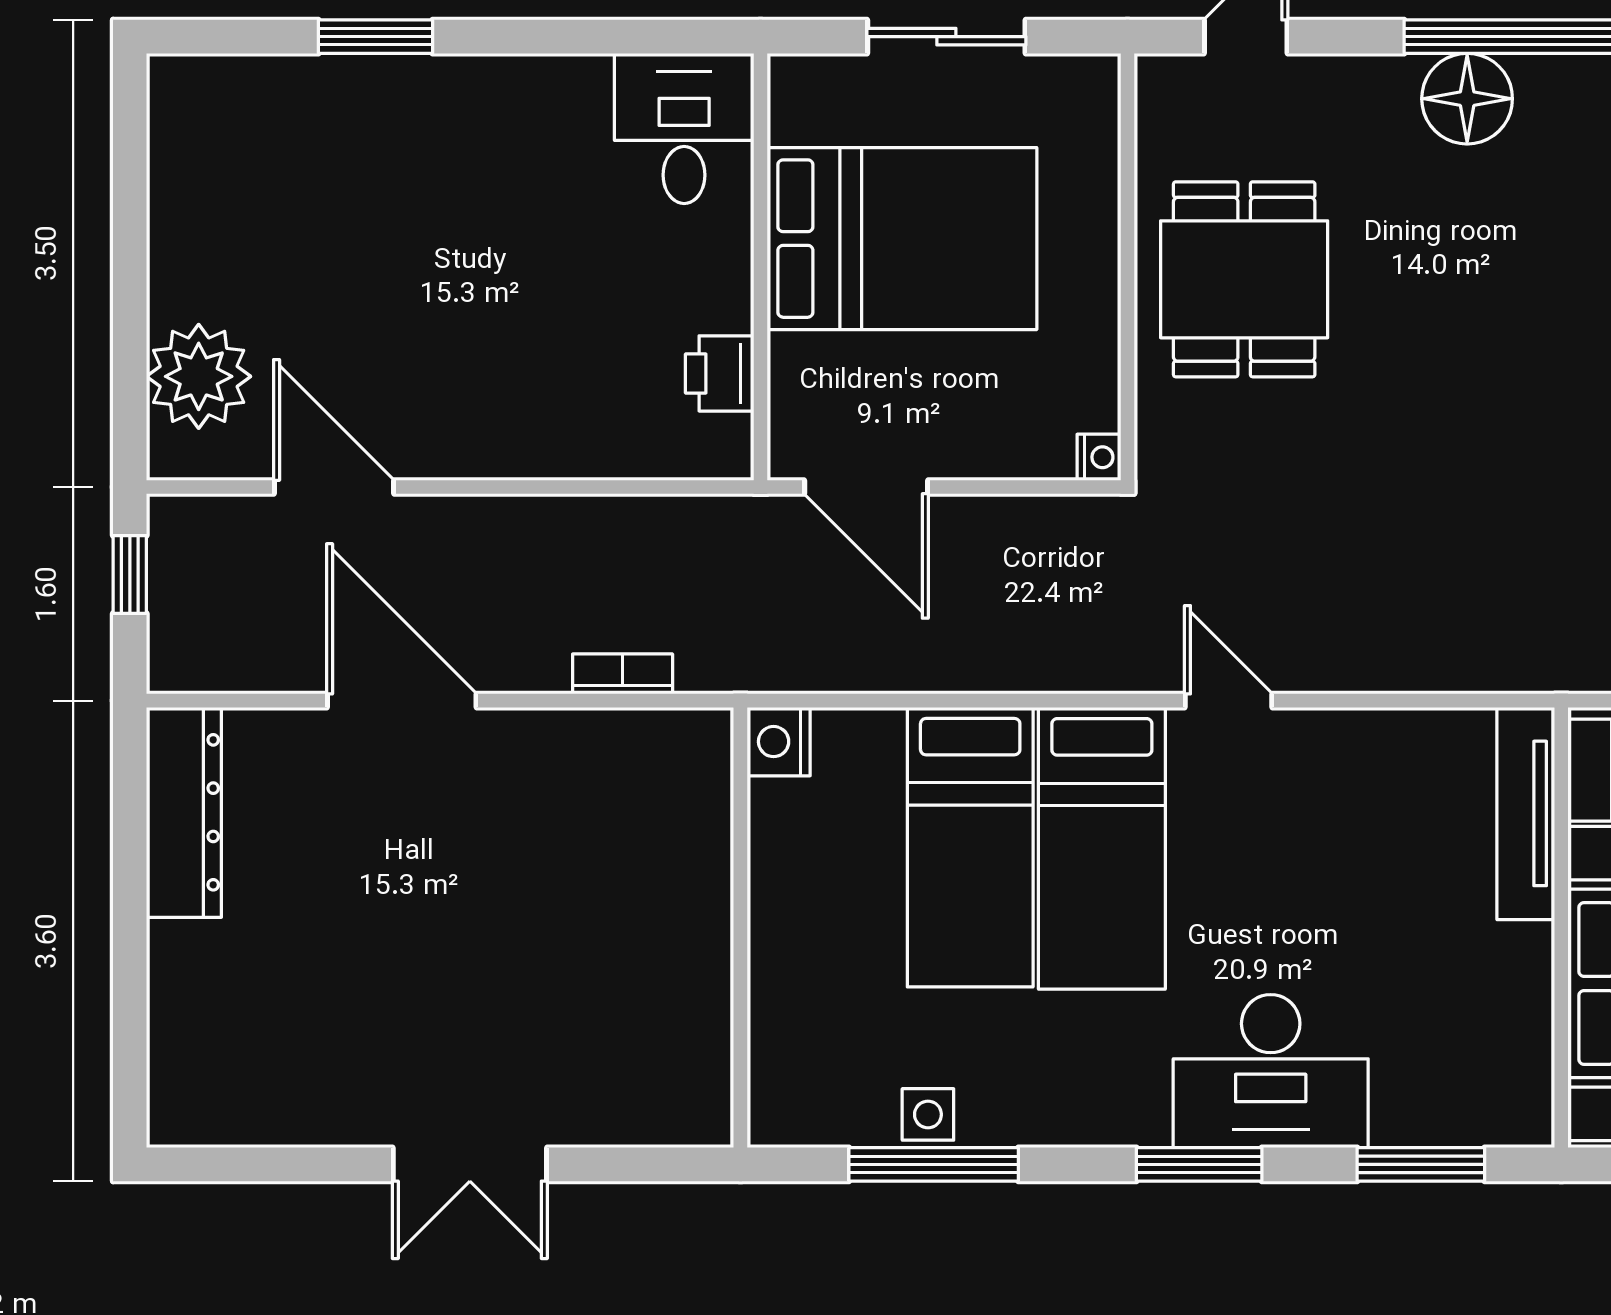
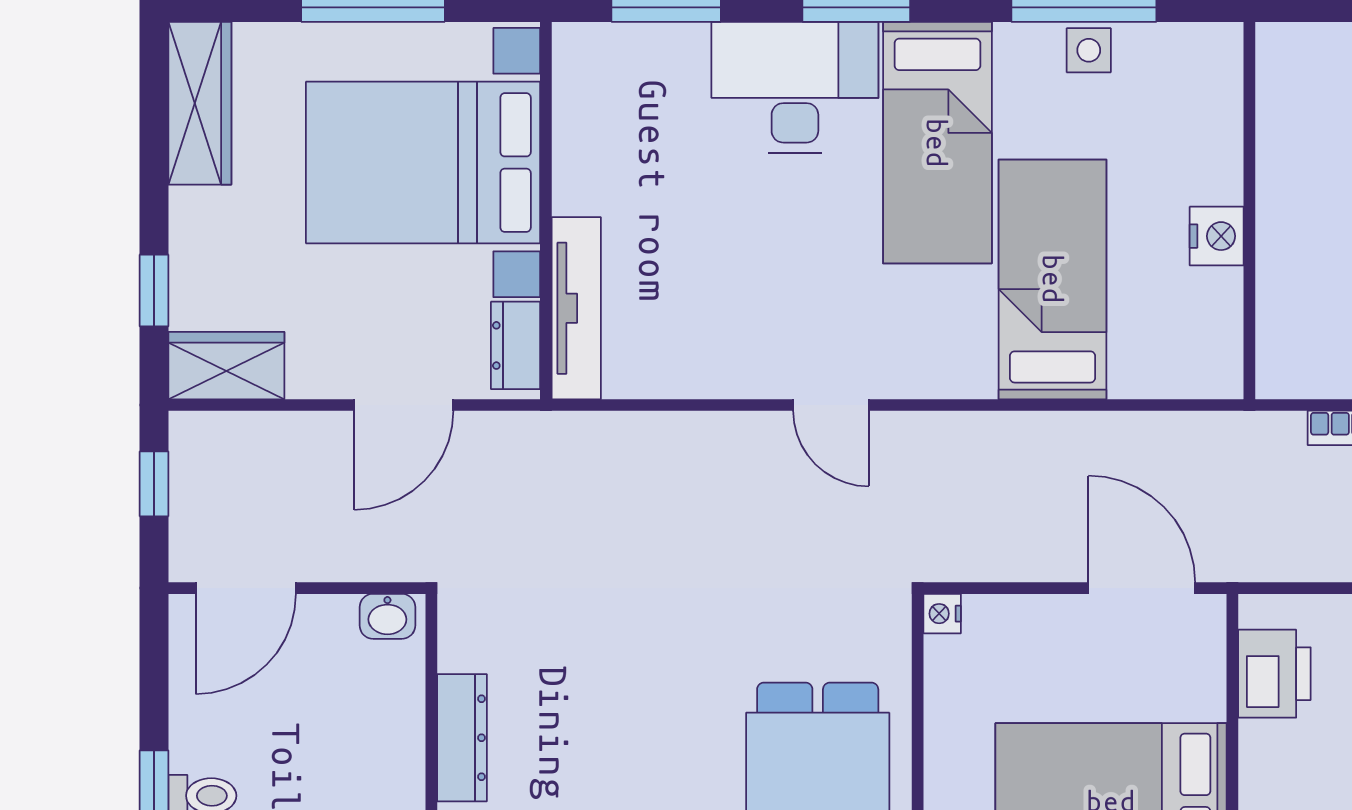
printer: (720, 373) -> (1274, 674), width x1.36, depth x1.24
nightstand: (779, 742) -> (1217, 236), moved
bed: (1102, 848) -> (937, 143), moved, turned 180

